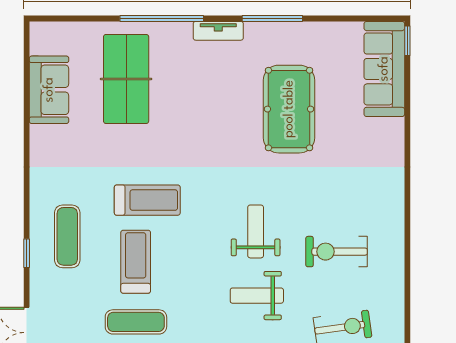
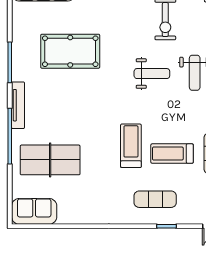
tv unit: (218, 31) -> (18, 105), width x1.41
sofa: (49, 90) -> (34, 211), moved
weight bench: (256, 231) -> (152, 74), turned 180

